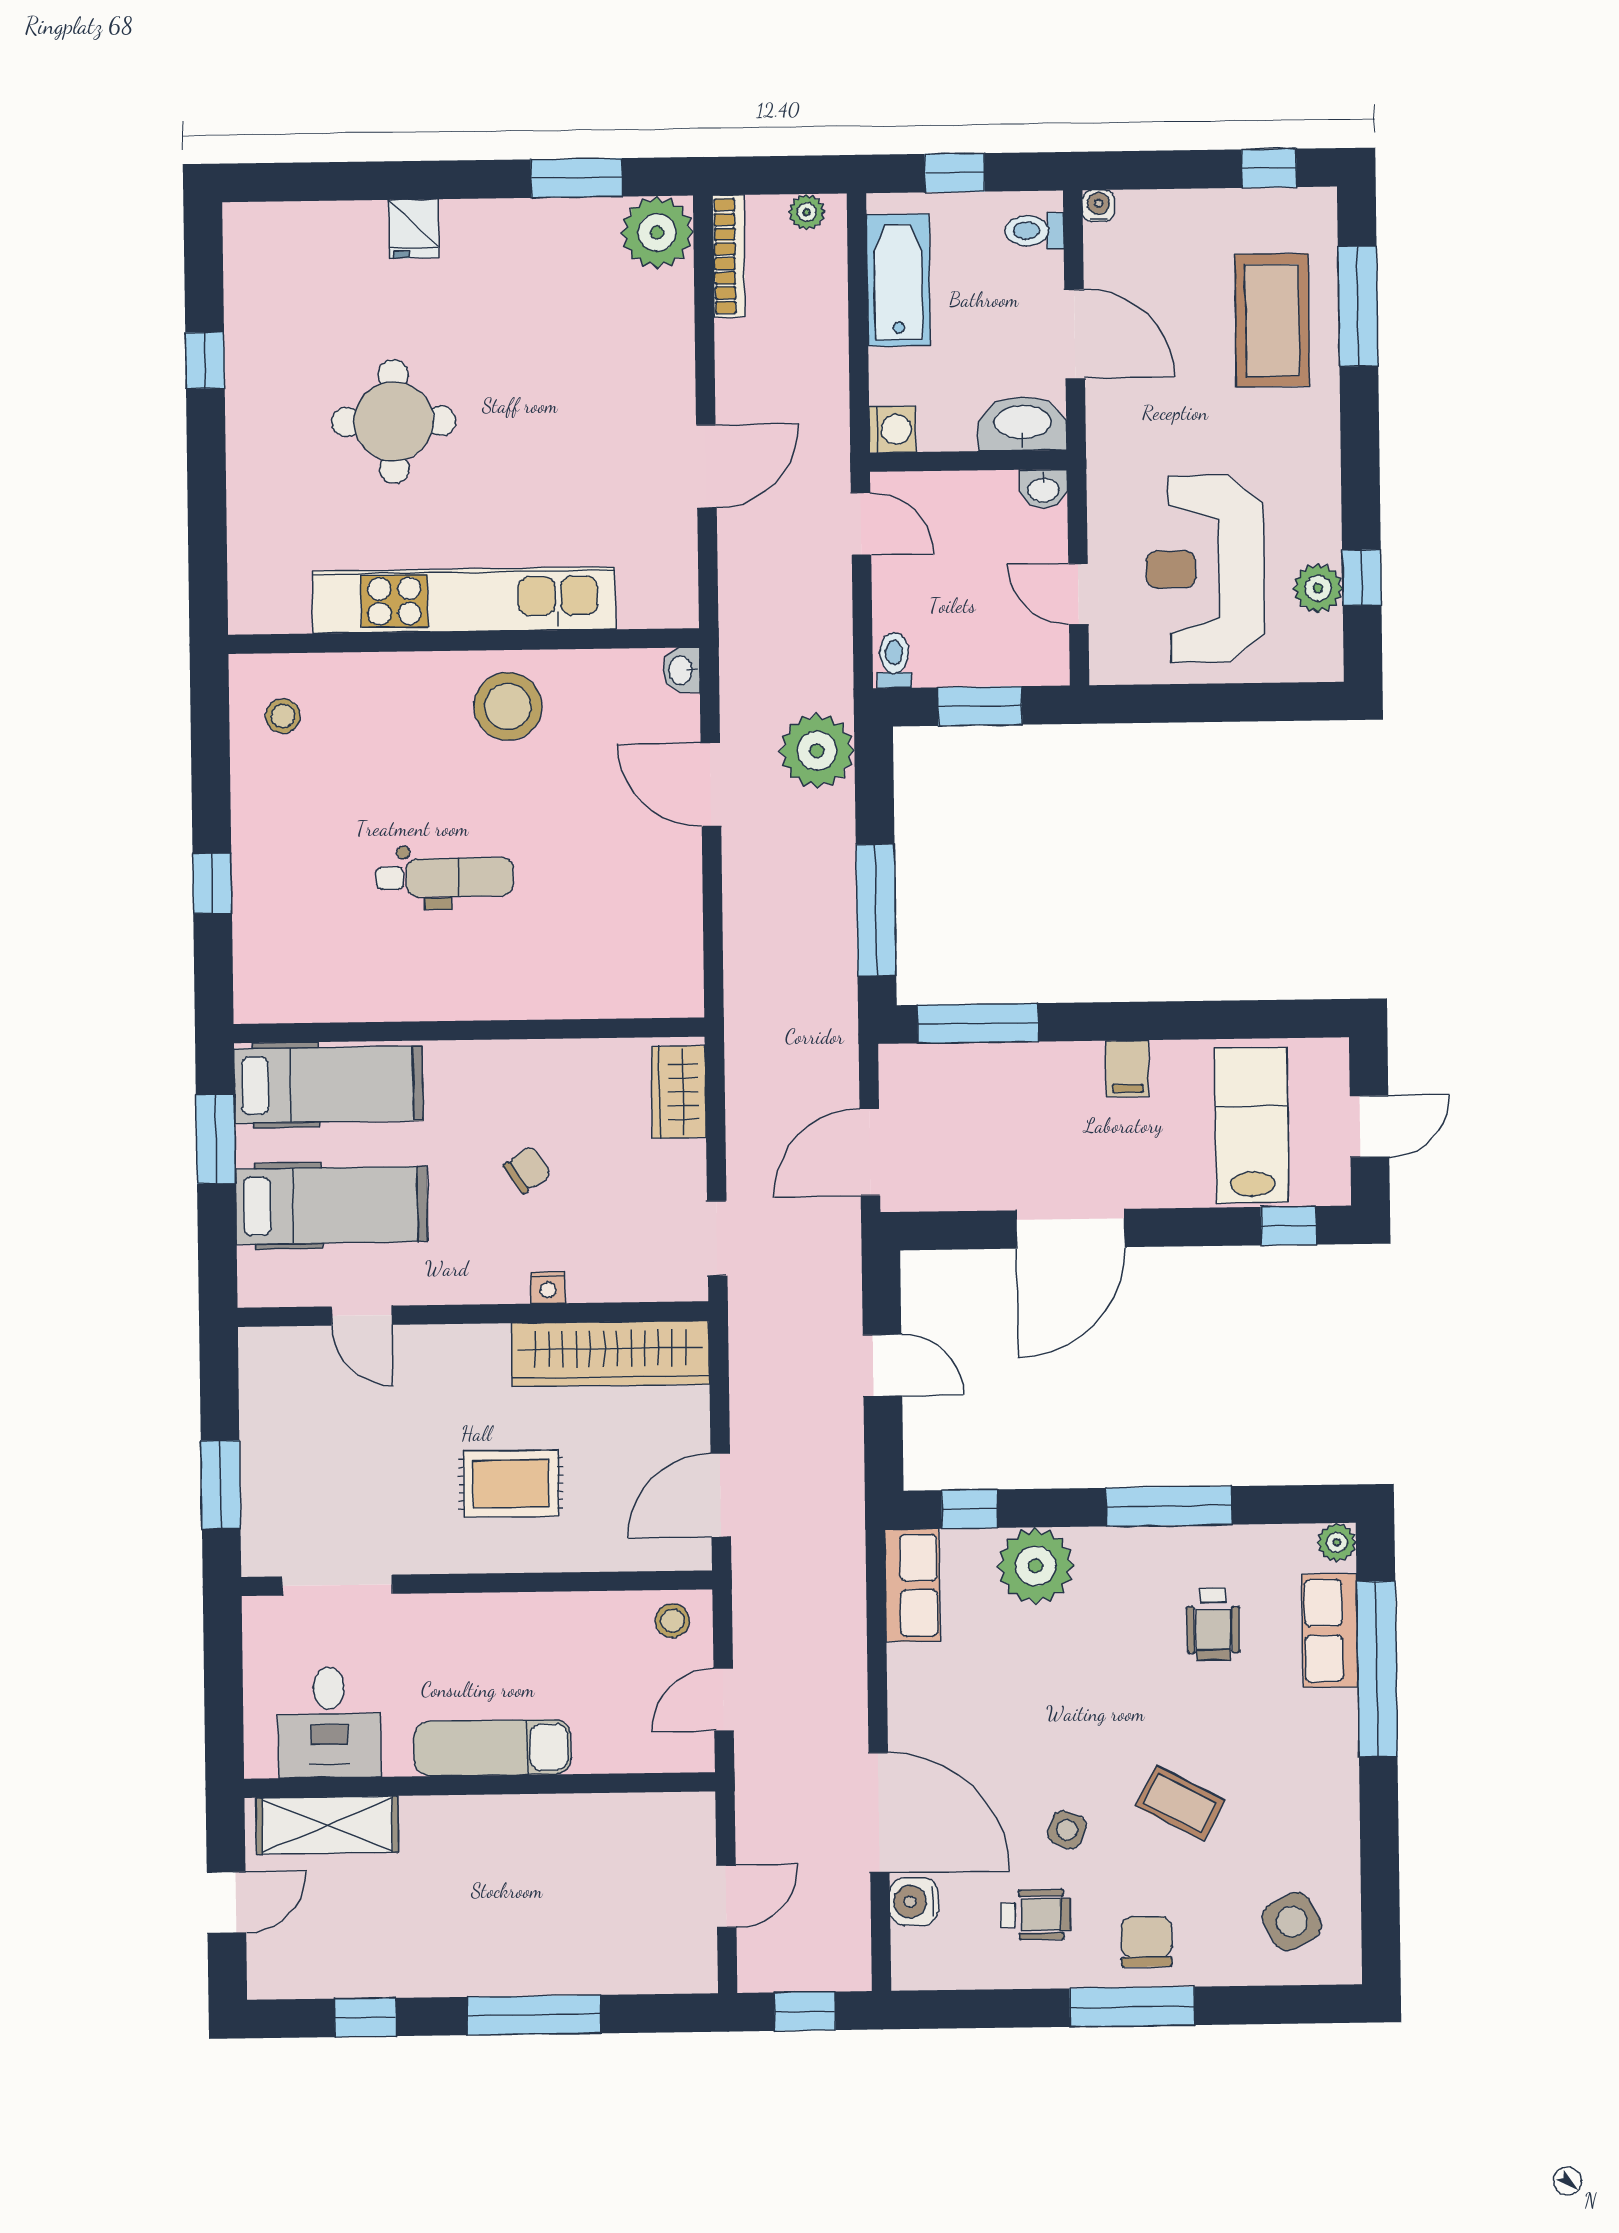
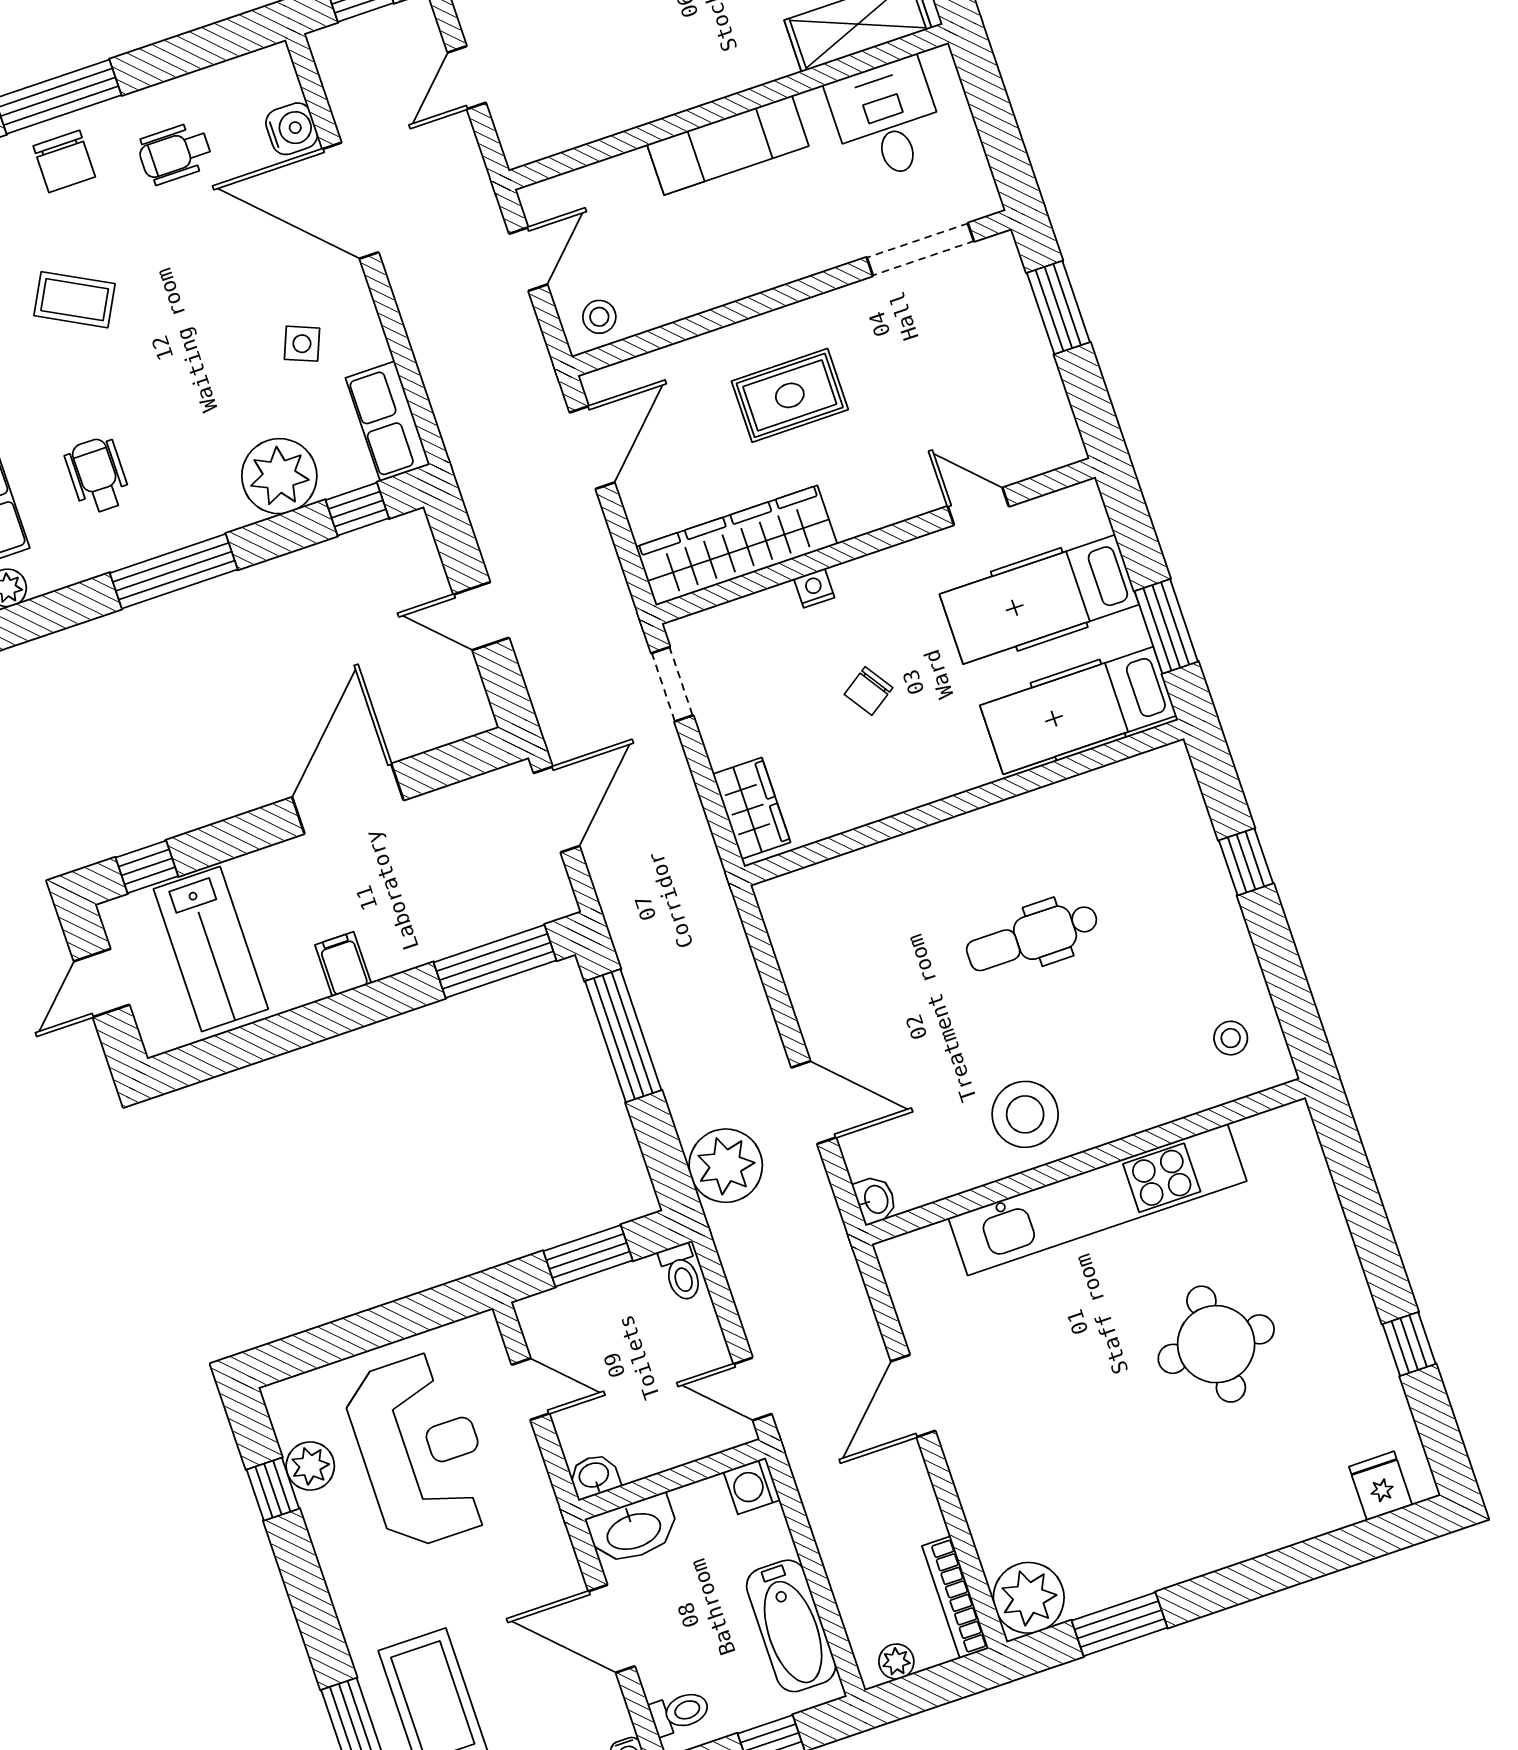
fridge: (414, 229) -> (1381, 1486), moved
side table: (1067, 1830) -> (302, 344), moved

